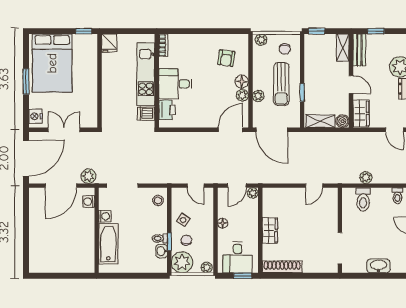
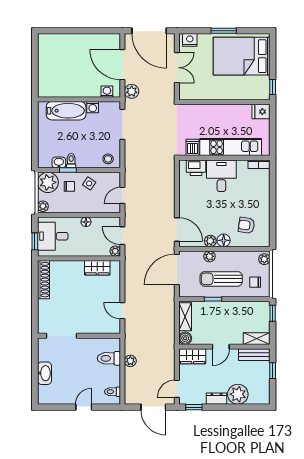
wardrobe: (270, 231) -> (97, 268), moved

